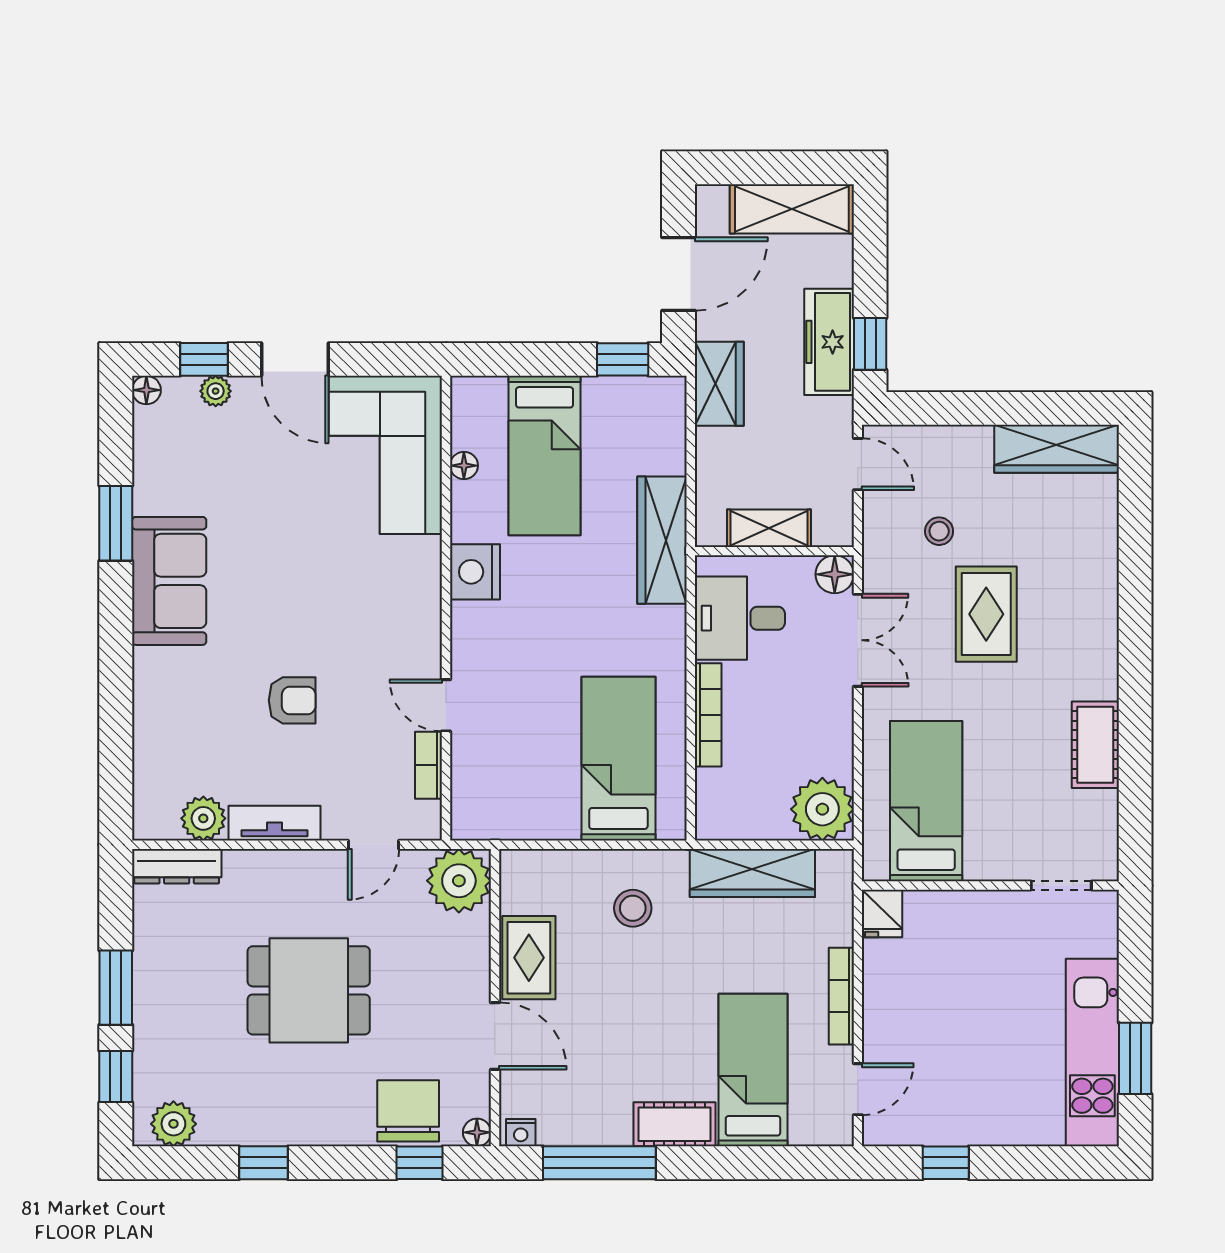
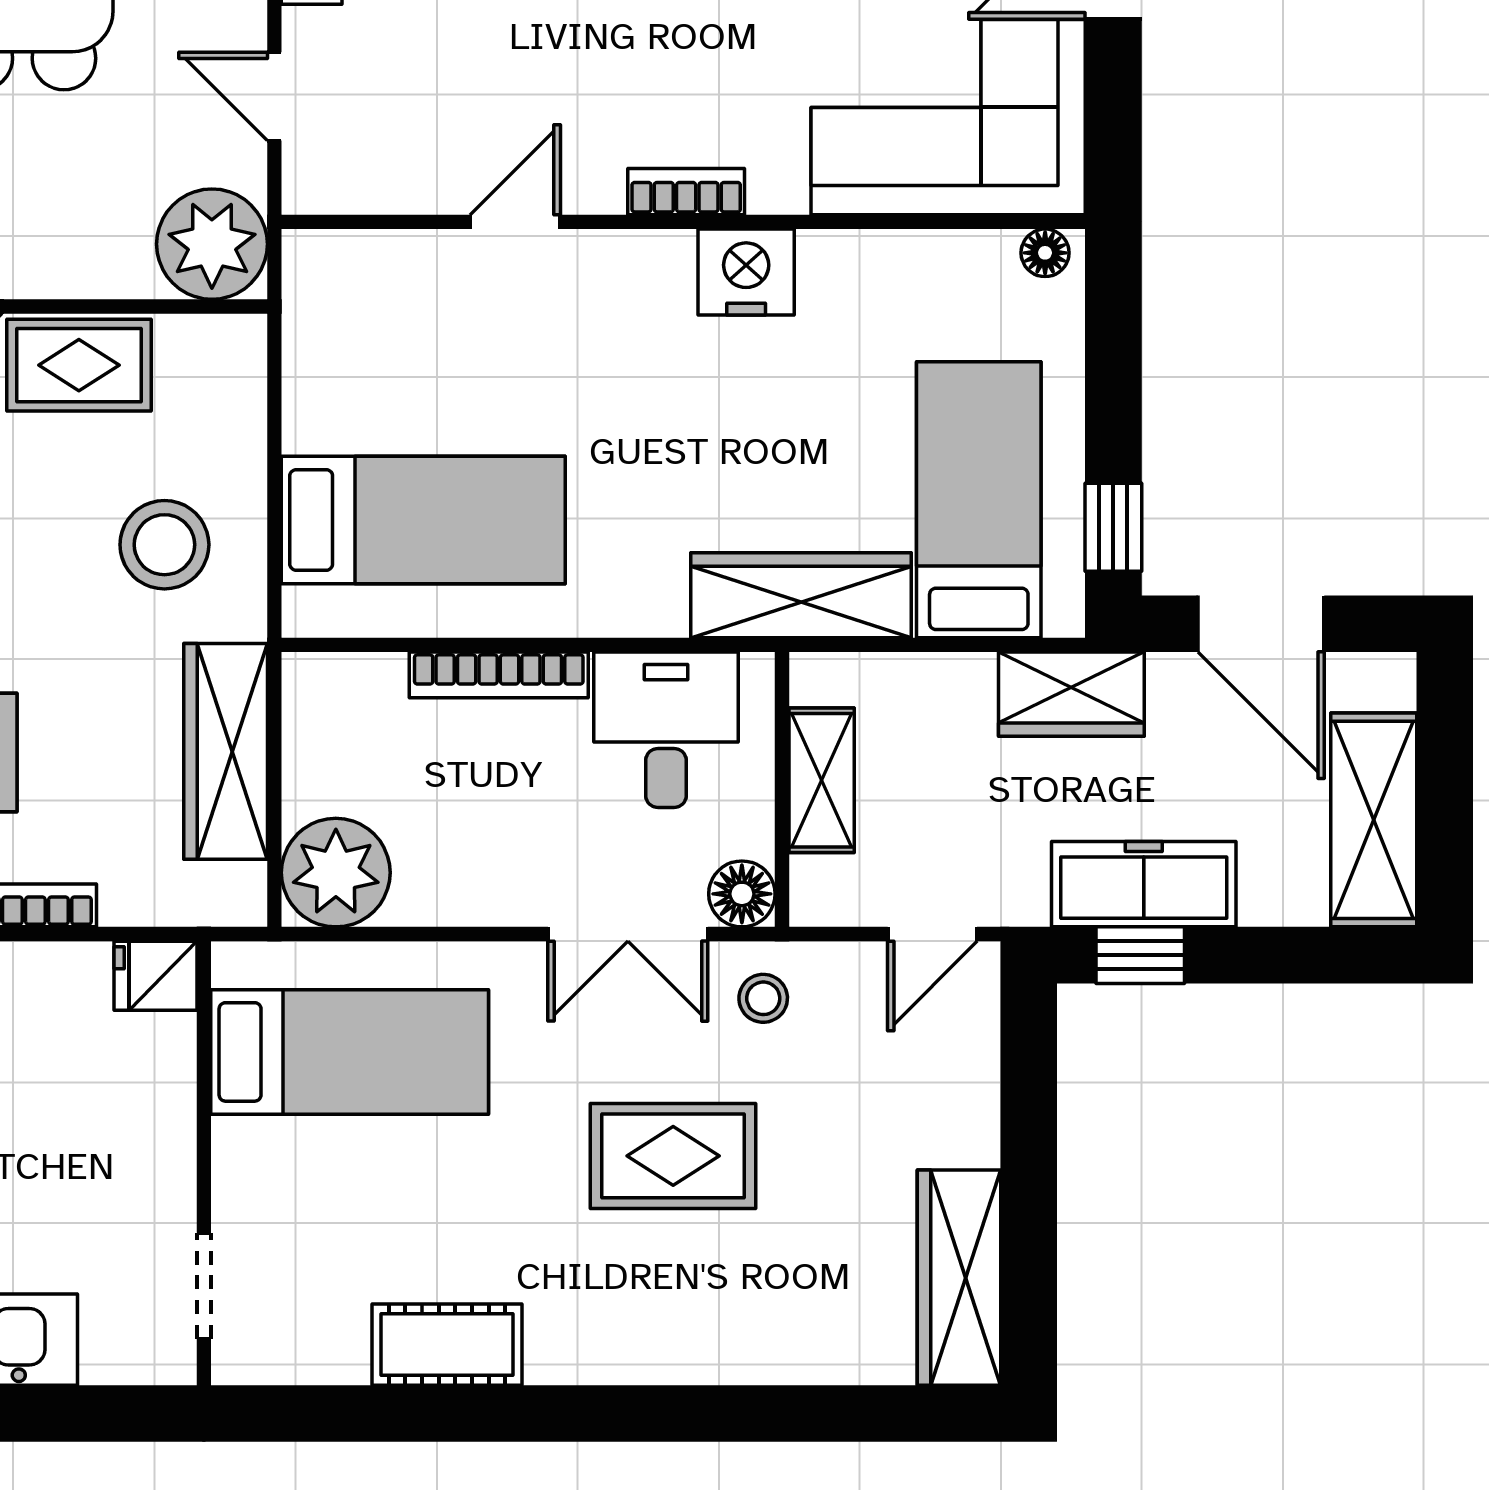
bed: (545, 456) -> (979, 500), moved, turned 90
floor lamp: (464, 466) -> (1045, 253), moved
stool: (939, 531) -> (763, 998), moved
bookcase: (429, 765) -> (686, 192), moved
stool: (633, 908) -> (164, 545), width x1.38, depth x1.38

